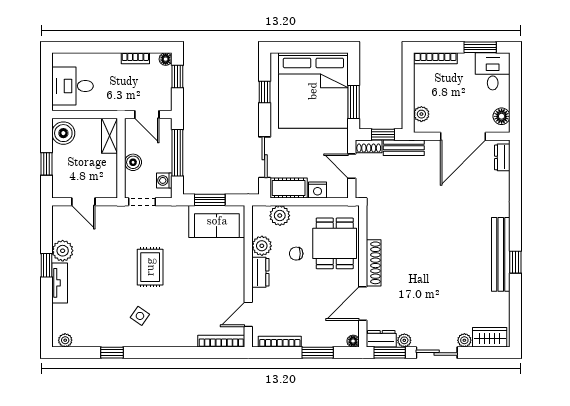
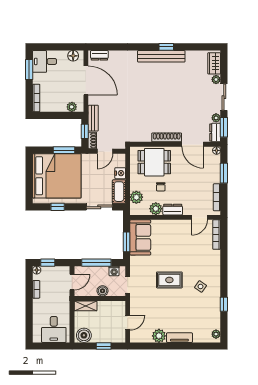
window: (47, 265) -> (168, 346), removed
door: (248, 314) -> (200, 217), hinge flipped

